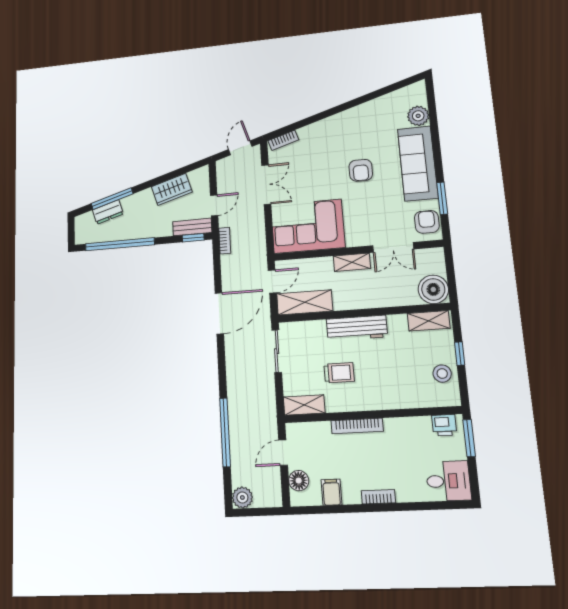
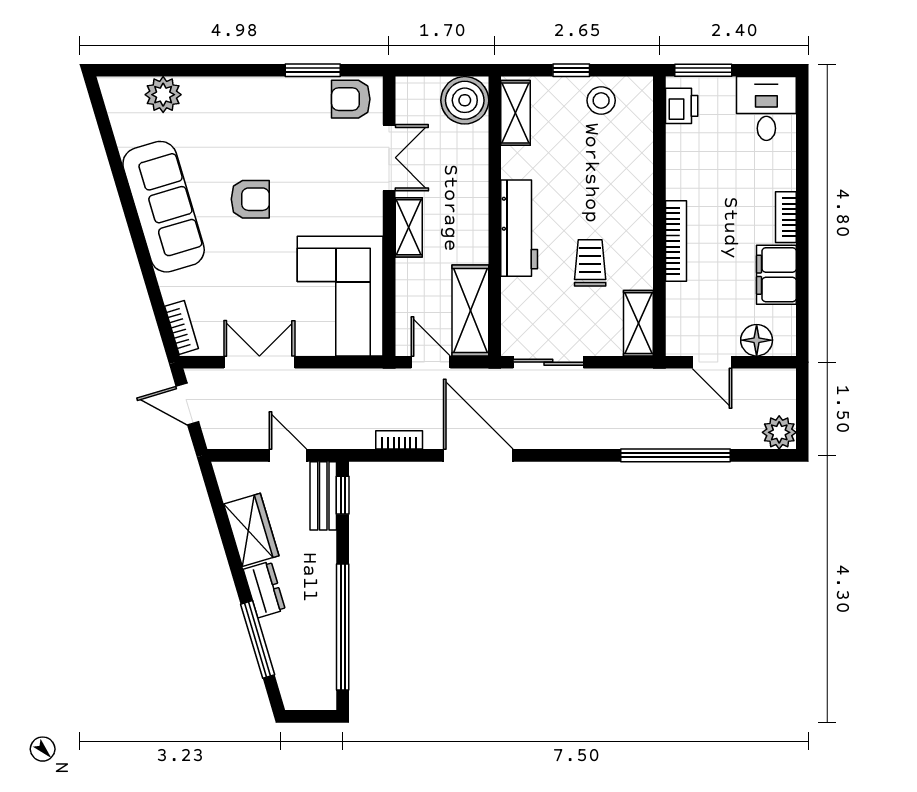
sofa: (418, 163) -> (164, 207), moved, turned -107
dresser: (108, 212) -> (264, 590), moved
bookcase: (225, 241) -> (399, 440), moved
filing cabinet: (332, 492) -> (776, 275), width x2.00

